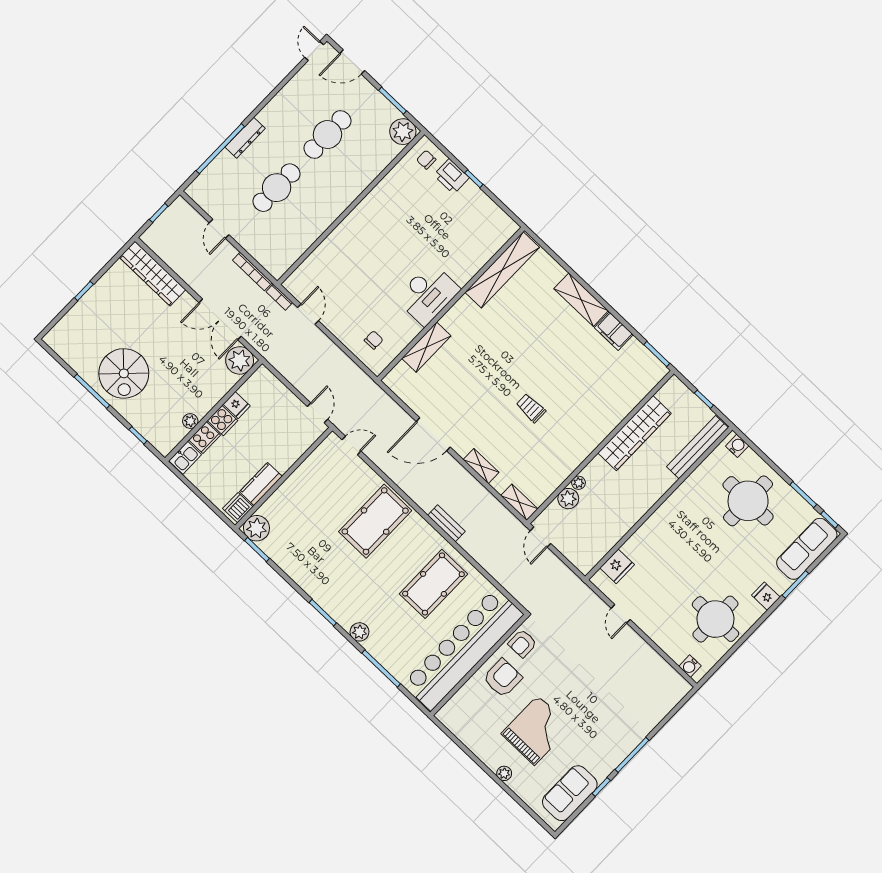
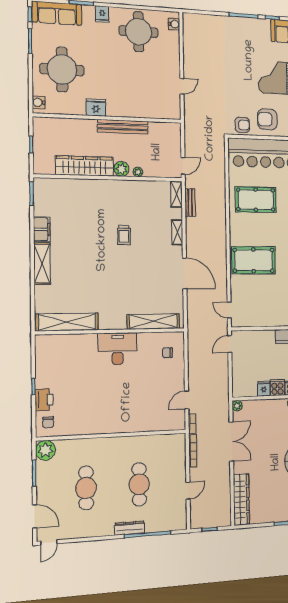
cafe table: (327, 135) -> (86, 488), turned 90
cafe table: (277, 188) -> (139, 484), turned 90
shelving: (426, 347) -> (153, 321), width x1.47
plant: (240, 360) -> (237, 406), width x0.53, depth x0.53
bench: (697, 447) -> (123, 127), moved
plant: (568, 499) -> (122, 169), moved
bench: (446, 523) -> (190, 202), moved
fridge: (617, 566) -> (96, 108), moved

